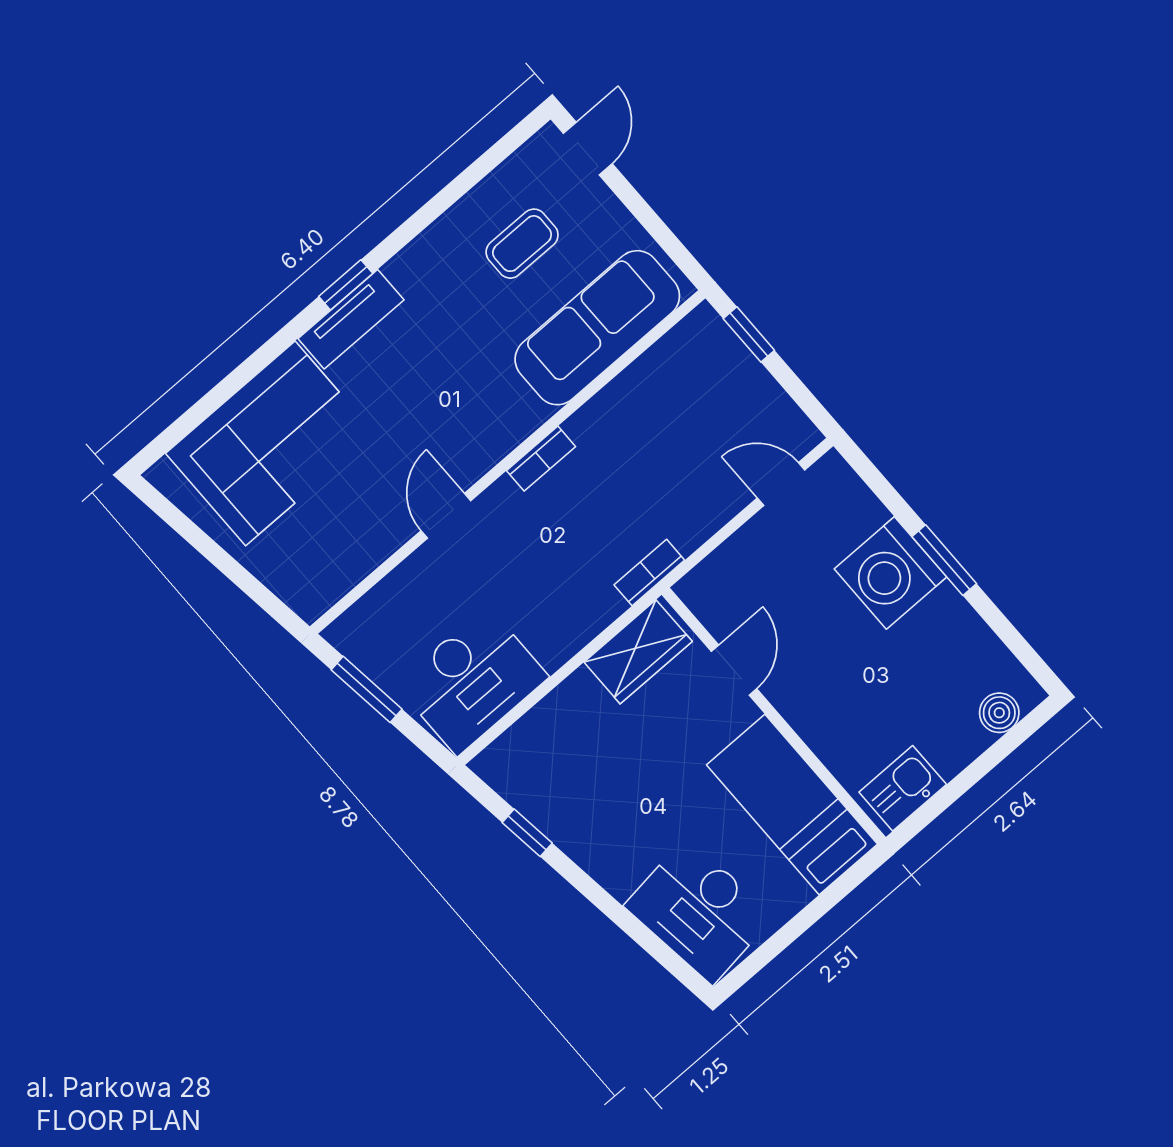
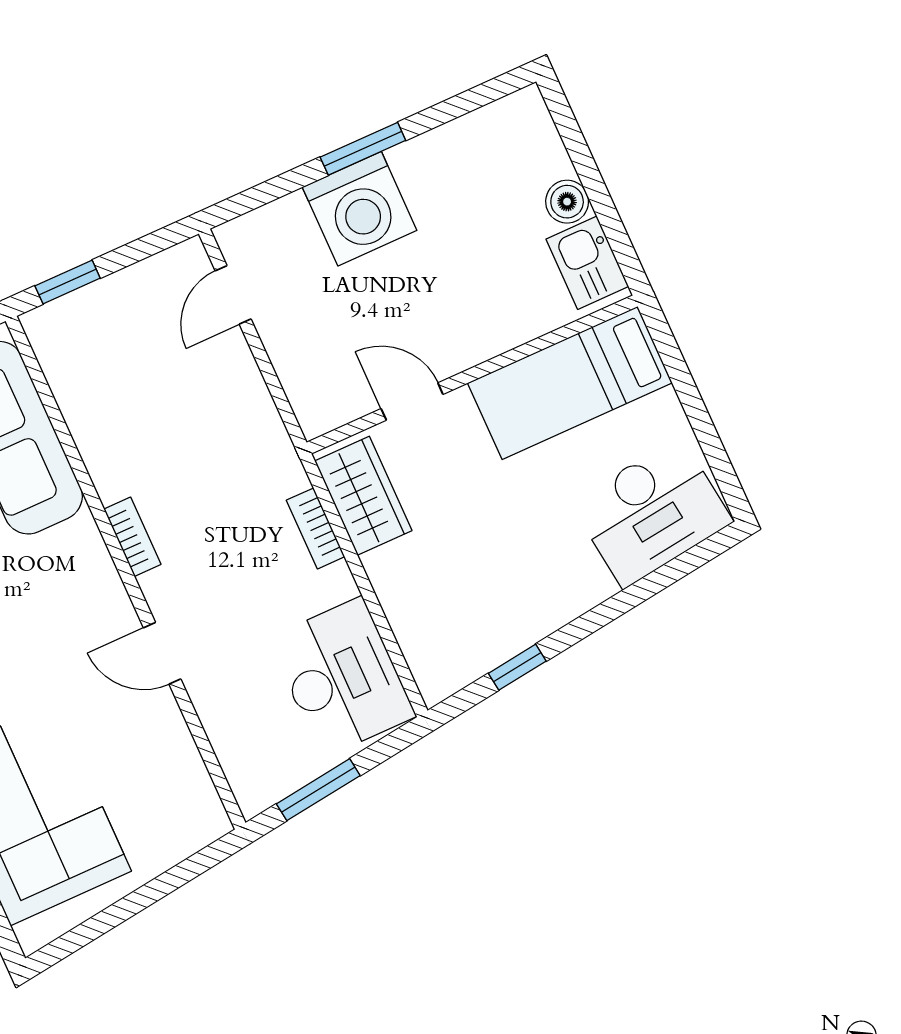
bookcase: (649, 572) -> (316, 528), moved
boiler: (999, 713) -> (567, 202), moved

